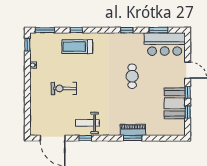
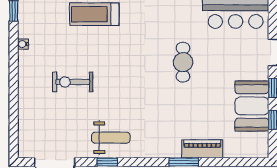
weight bench: (87, 123) -> (111, 138), turned 180
piano: (133, 130) -> (202, 149), moved

